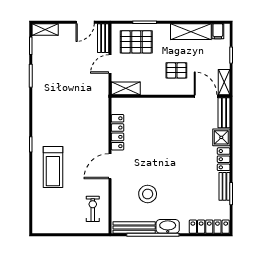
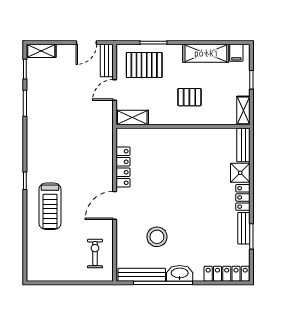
door: (206, 96) -> (223, 126), removed

